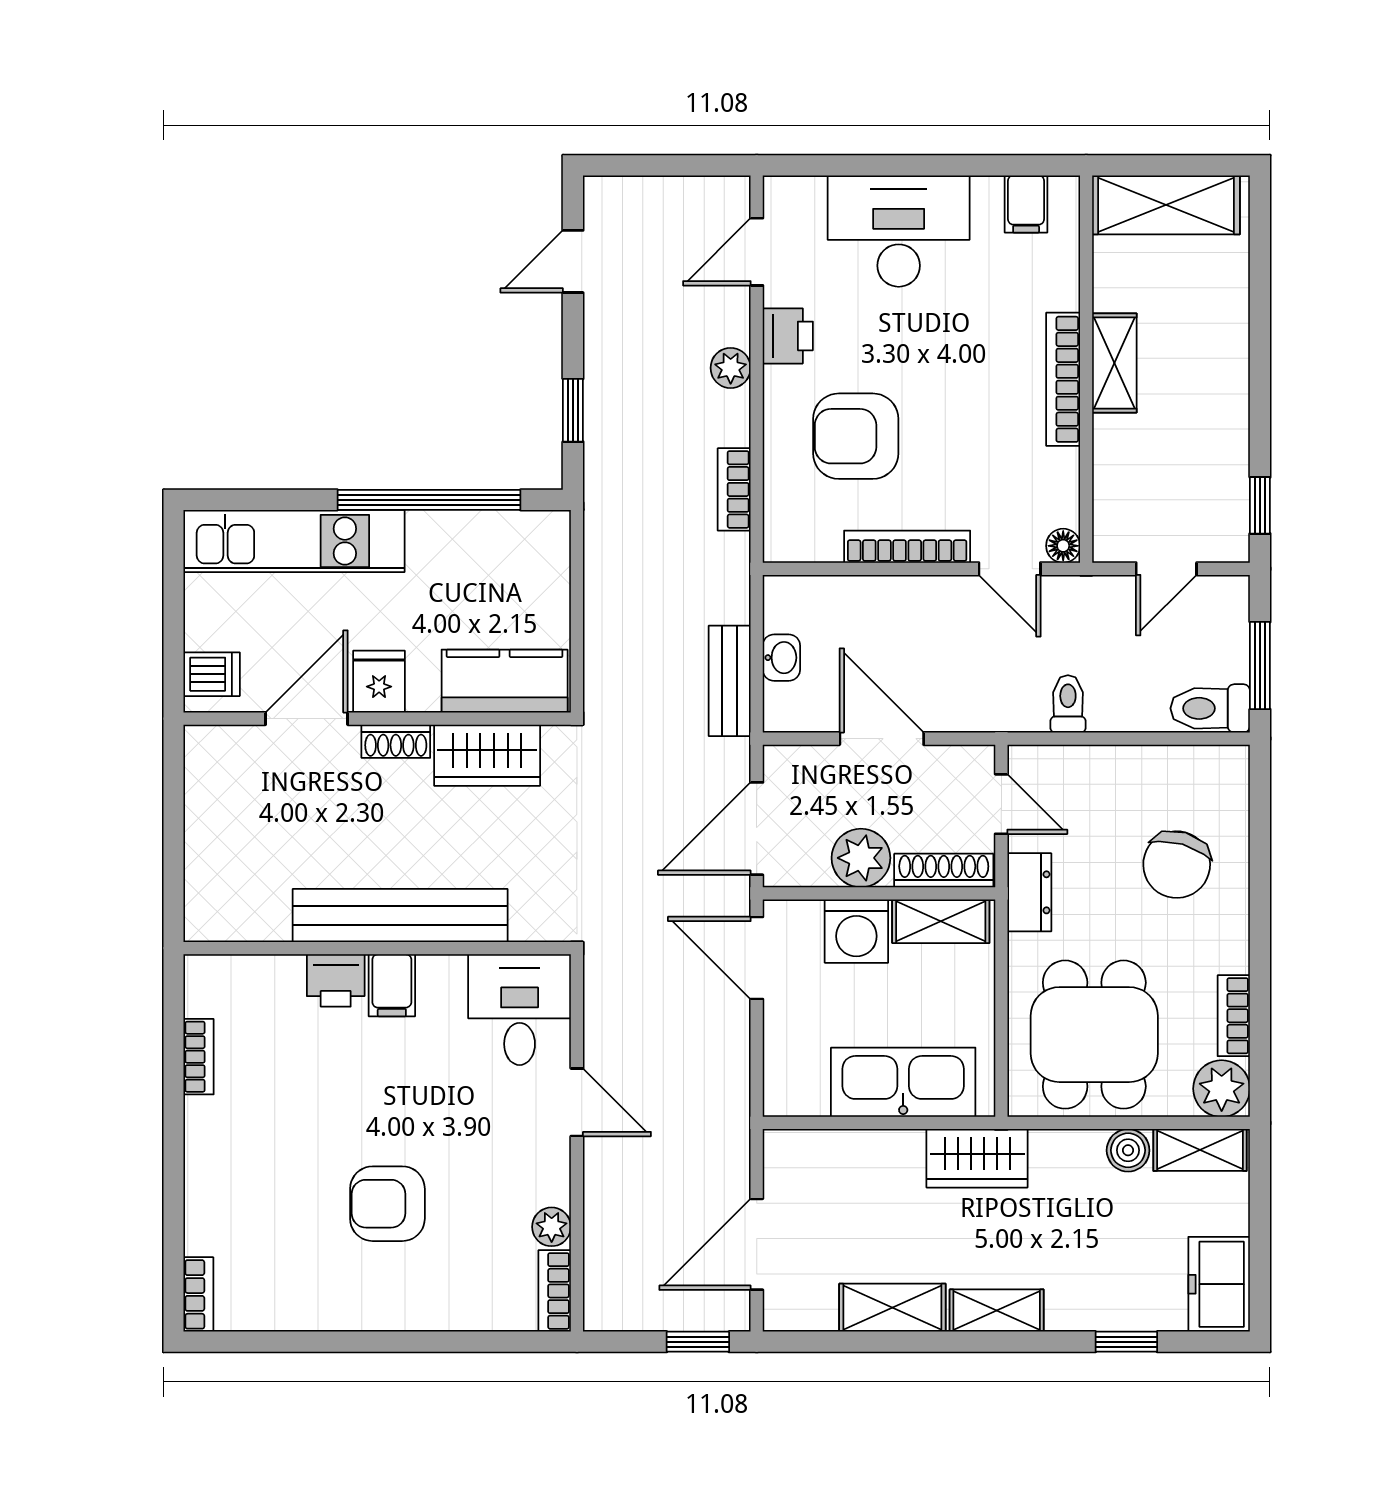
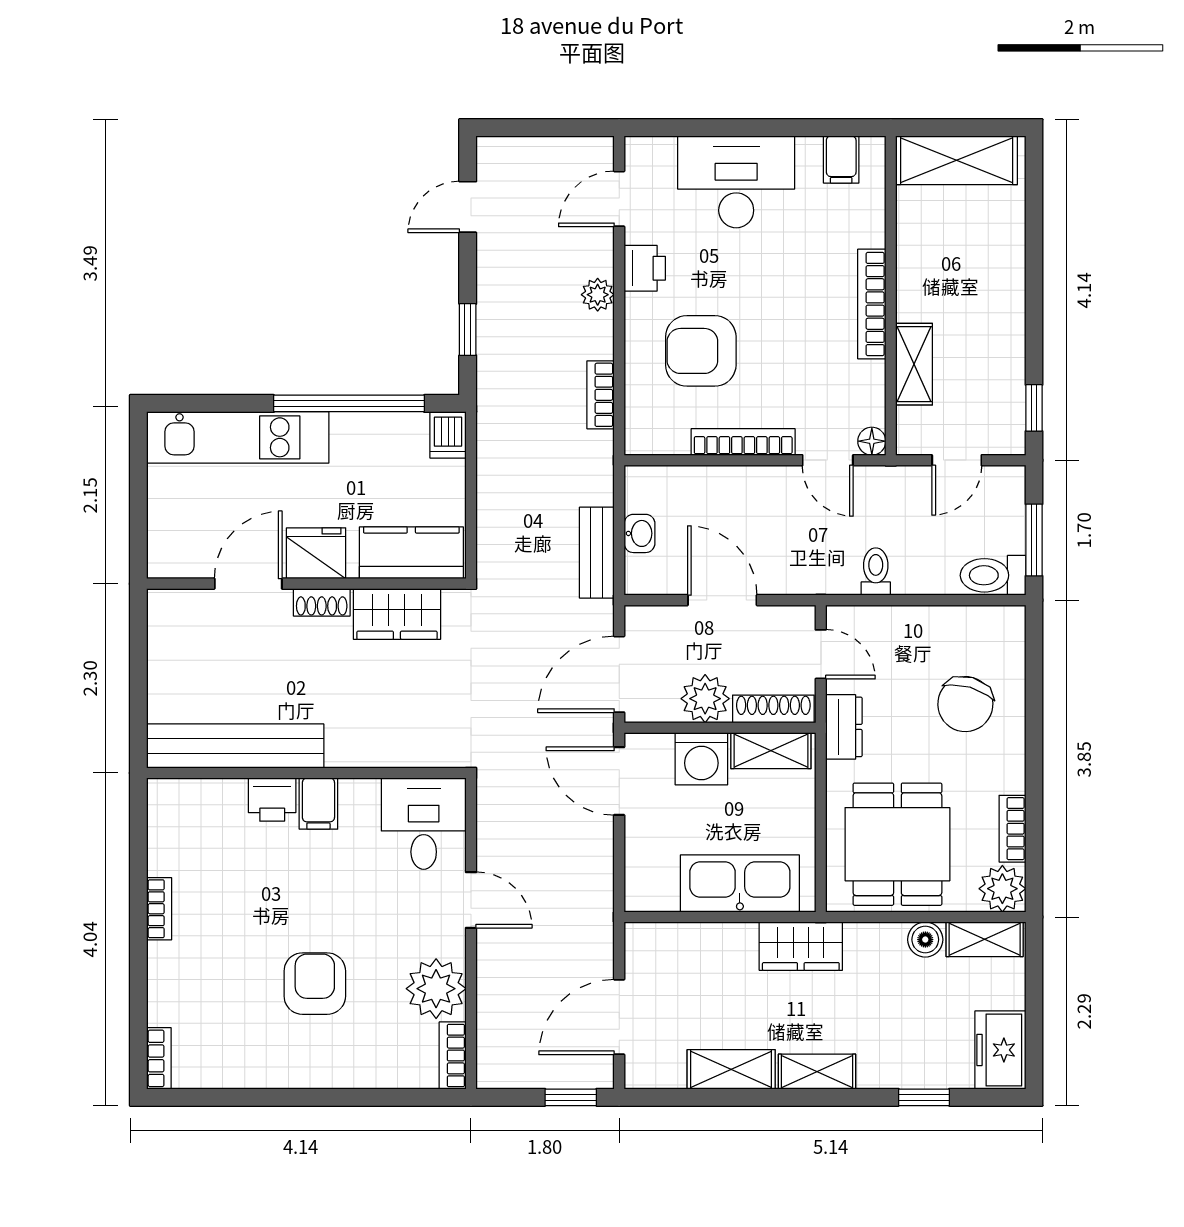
shelving: (1114, 363) -> (914, 364), moved
dishwasher: (212, 674) -> (448, 435), moved, turned 90
fridge: (379, 682) -> (316, 553), width x1.38
bench: (400, 916) -> (235, 746), moved
bookcase: (199, 1057) -> (159, 909), moved
armchair: (387, 1204) -> (315, 984), turned 90
plant: (552, 1227) -> (436, 989), width x1.88, depth x1.88

